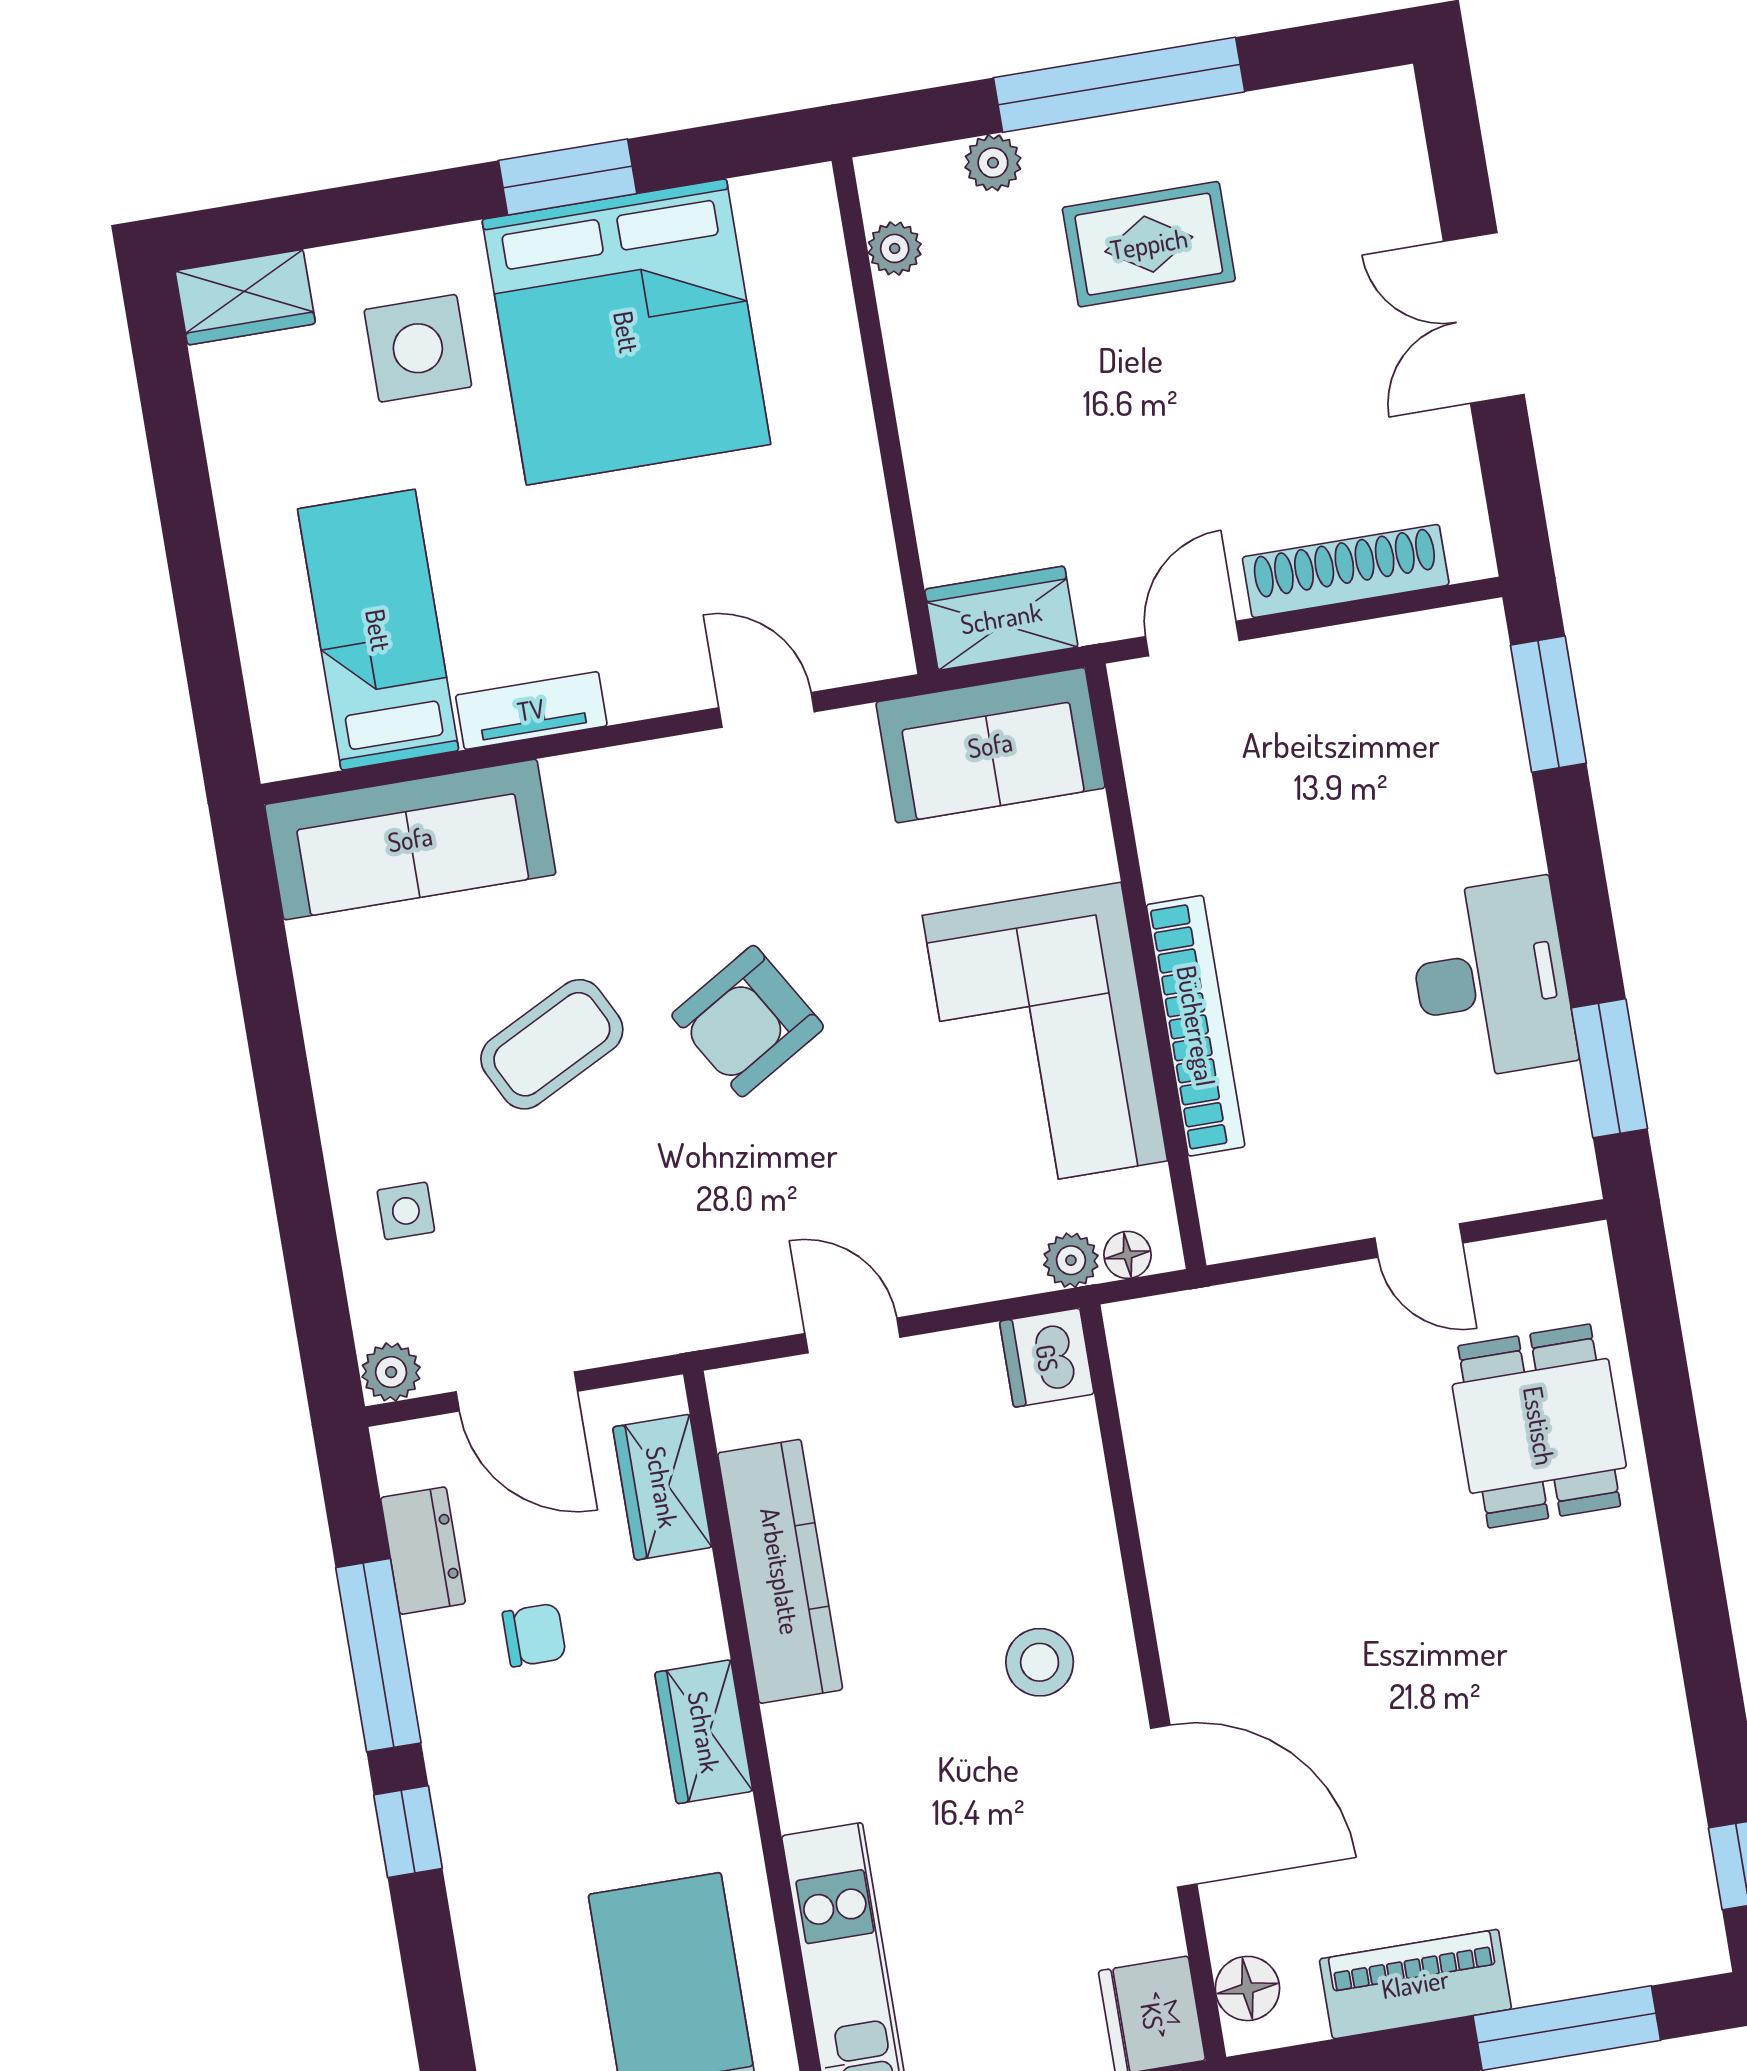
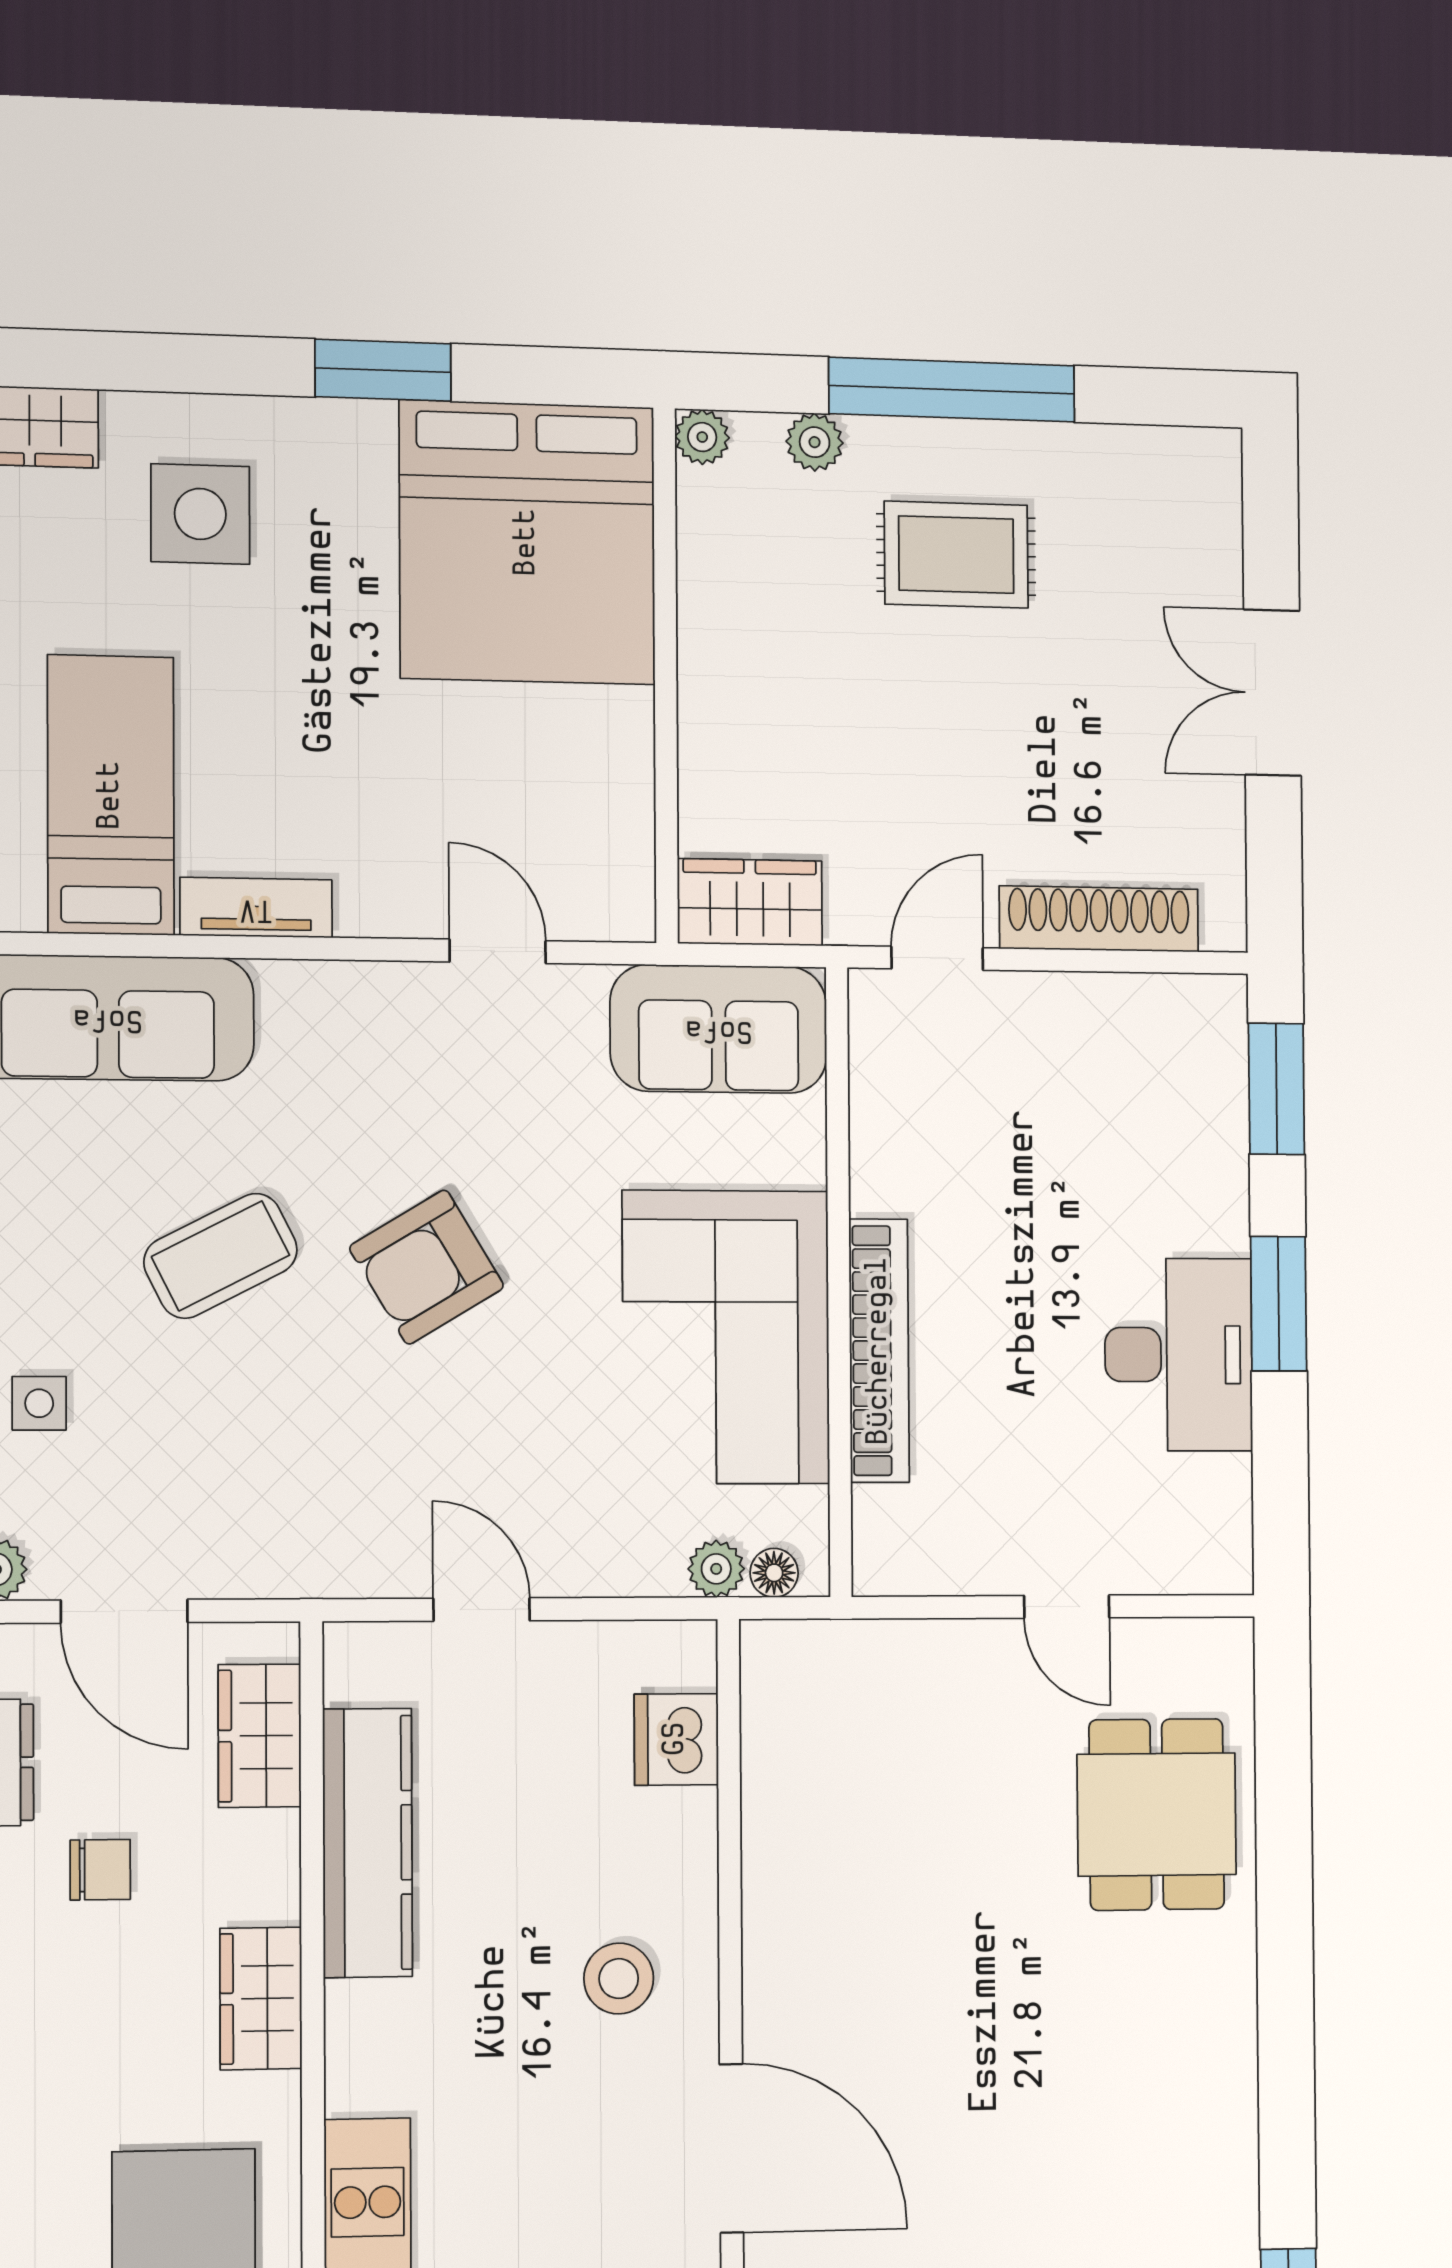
plant: (895, 248) -> (702, 437), moved
bed: (626, 332) -> (527, 542), moved
window: (1609, 1068) -> (1279, 1304), moved
dishwasher: (1047, 1358) -> (676, 1739), moved

